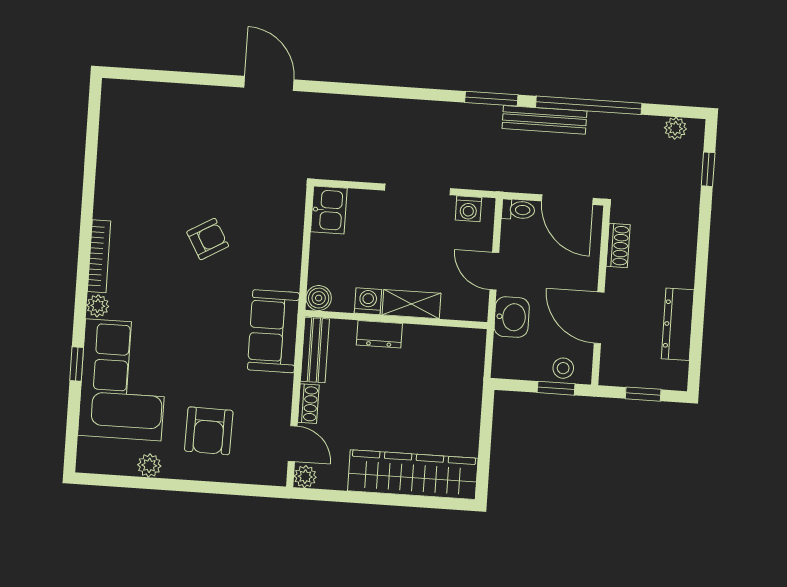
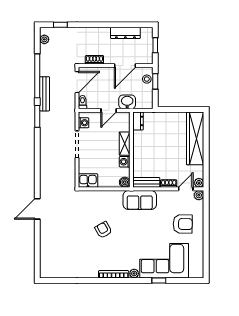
dresser: (379, 334) -> (138, 121), moved
plant: (149, 465) -> (199, 195), moved

